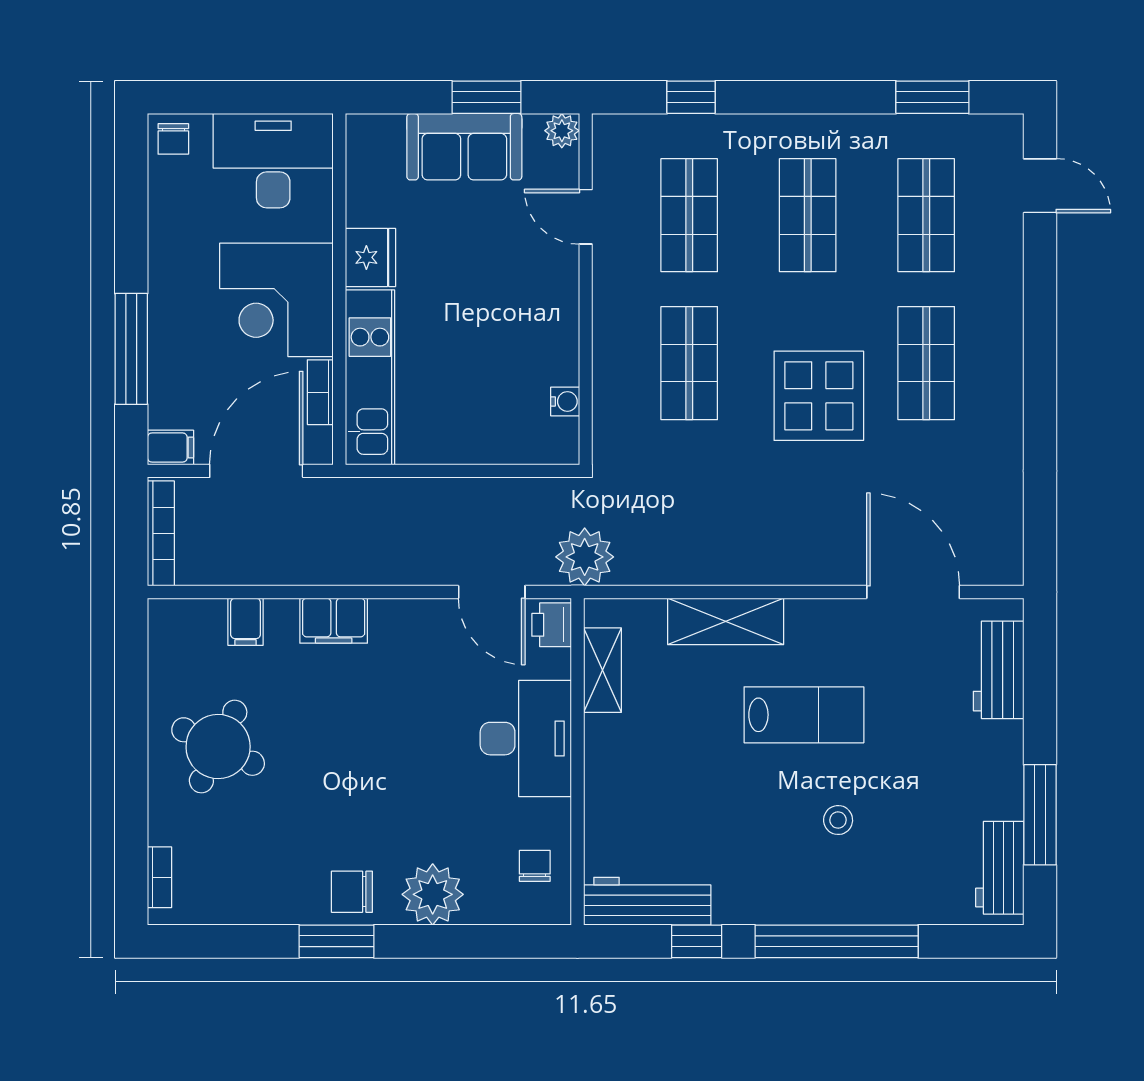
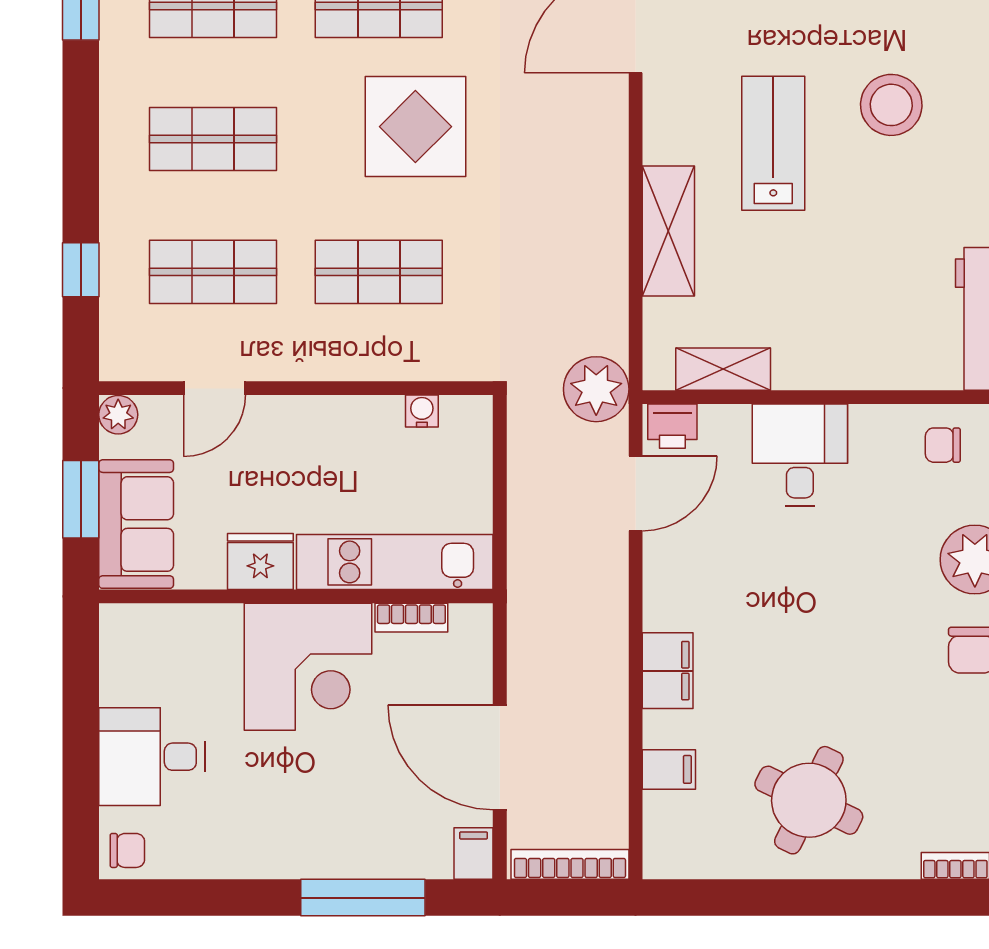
desk: (273, 161) -> (152, 757), width x0.73
fridge: (370, 257) -> (260, 561), moved
wall: (339, 289) -> (296, 596), moved
corner desk: (276, 300) -> (308, 667), moved
kitchen unit: (370, 377) -> (395, 562), moved
bookcase: (320, 392) -> (411, 618), moved
desk: (526, 739) -> (800, 455), width x0.73
stool: (838, 820) -> (891, 105), width x1.89, depth x1.89

